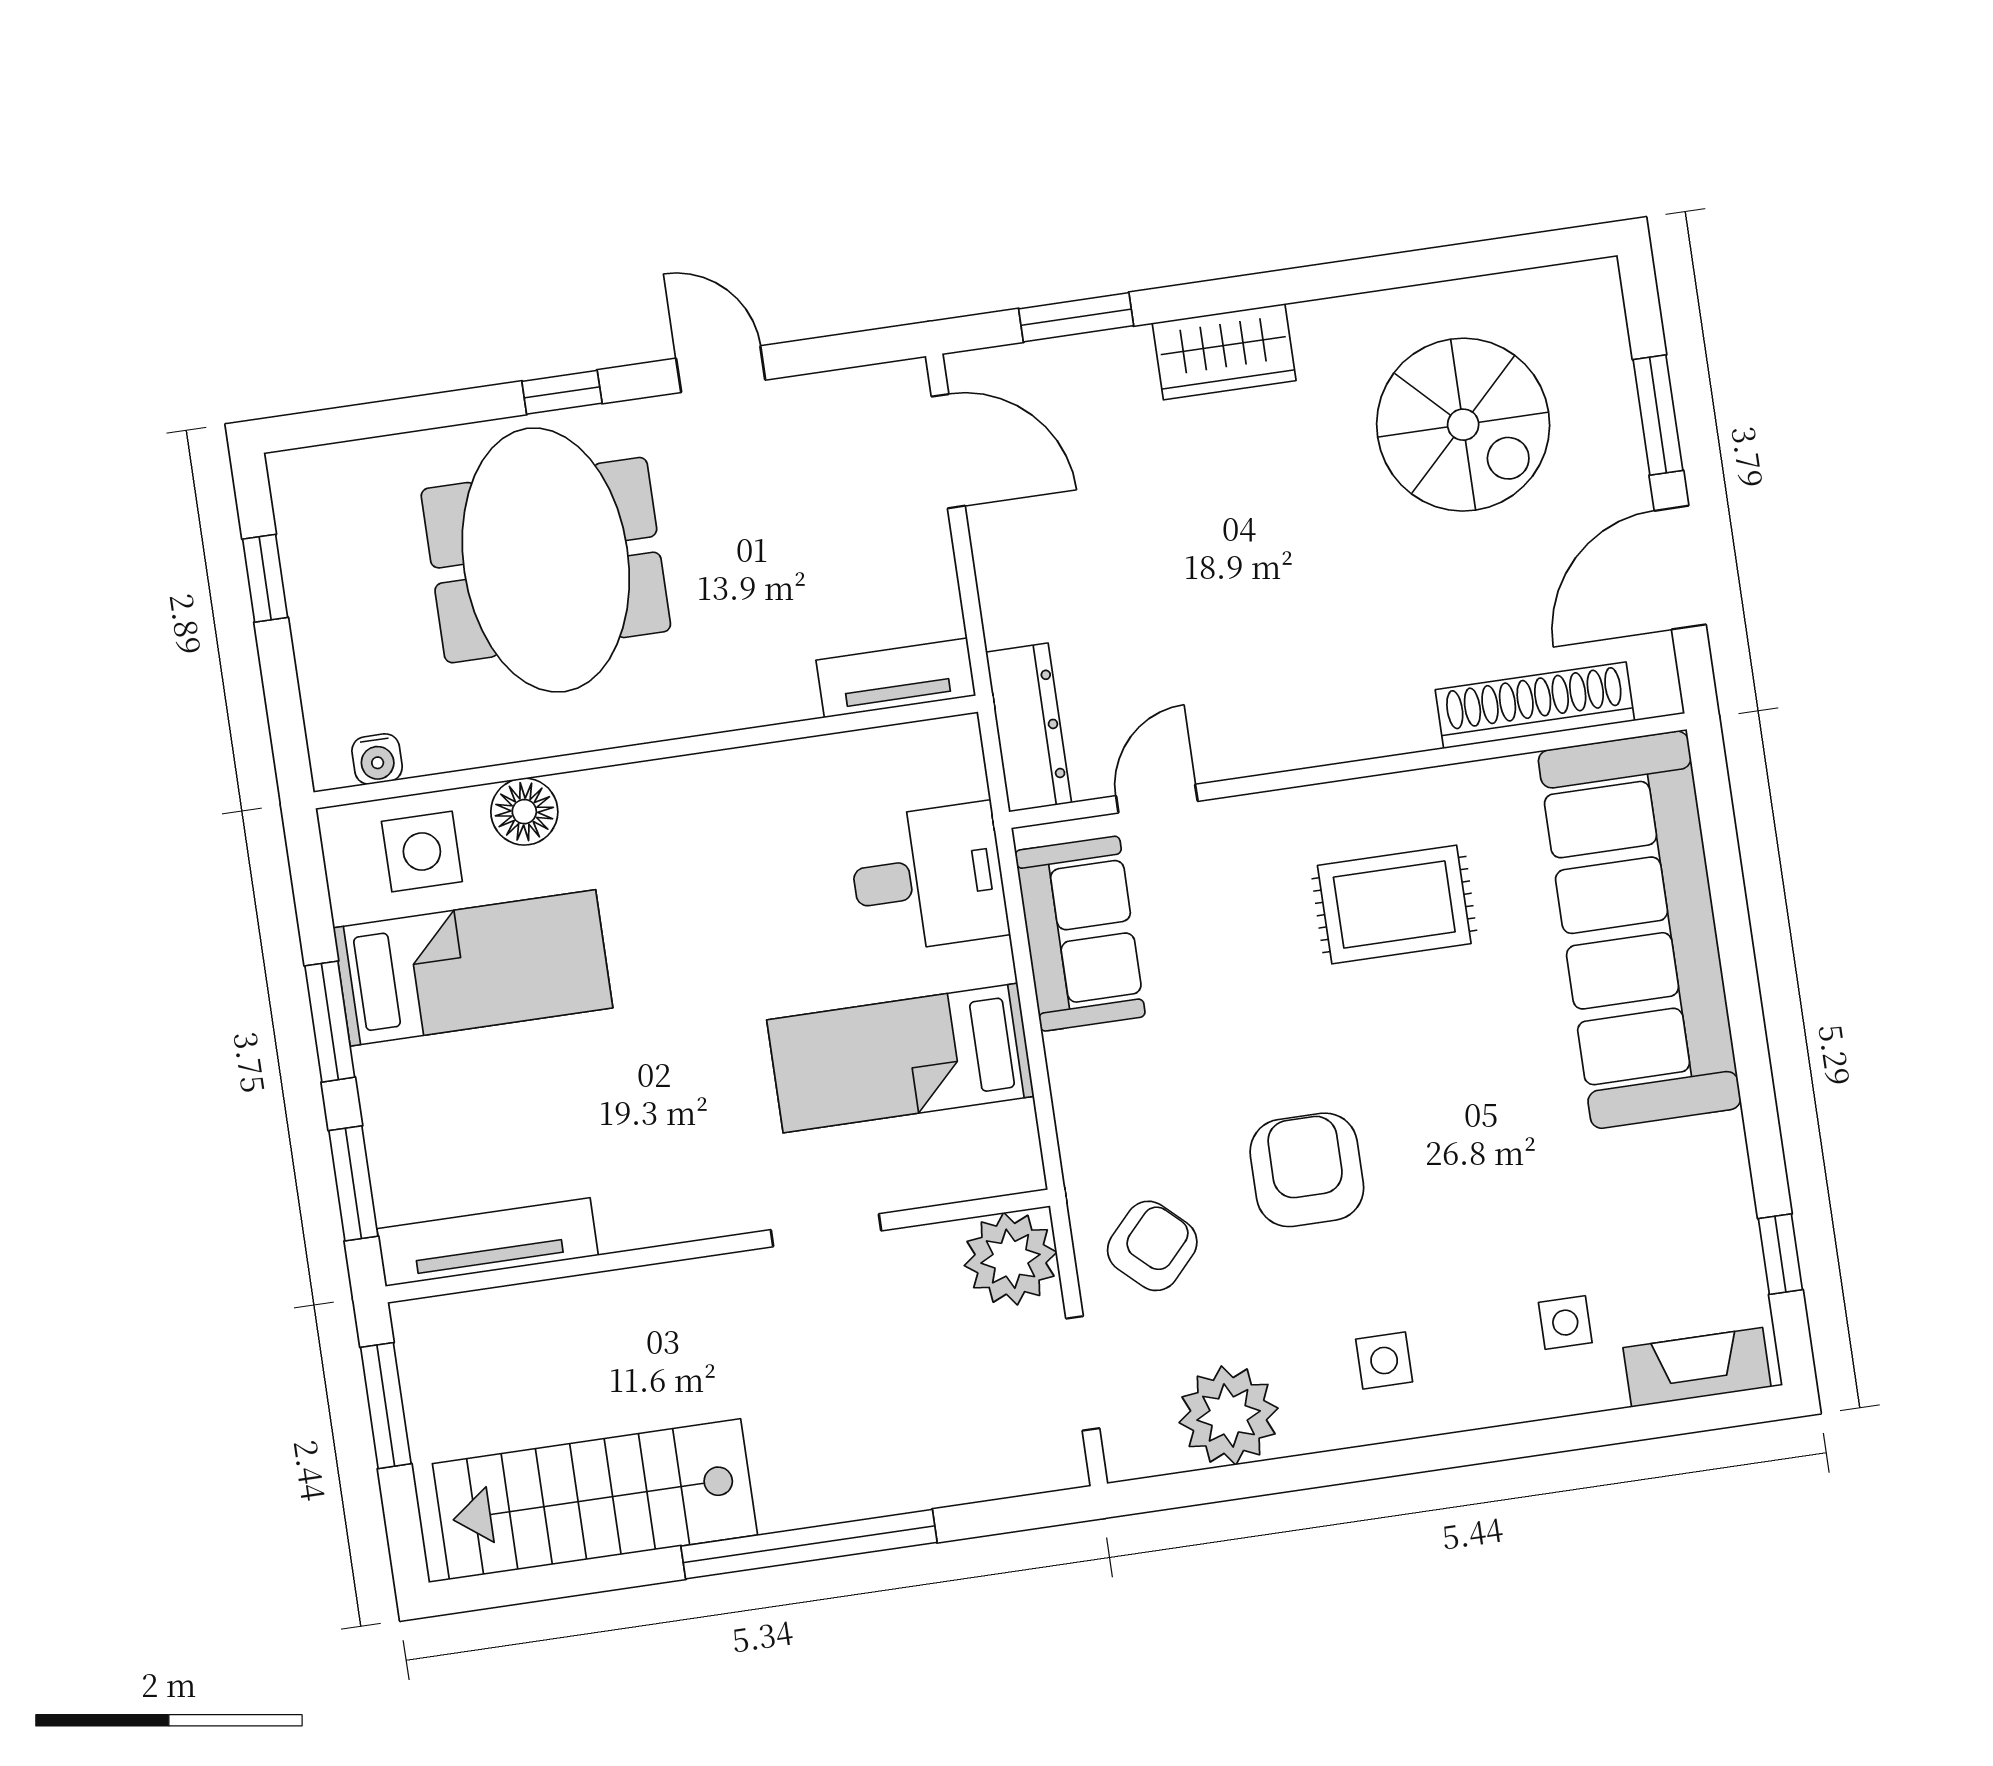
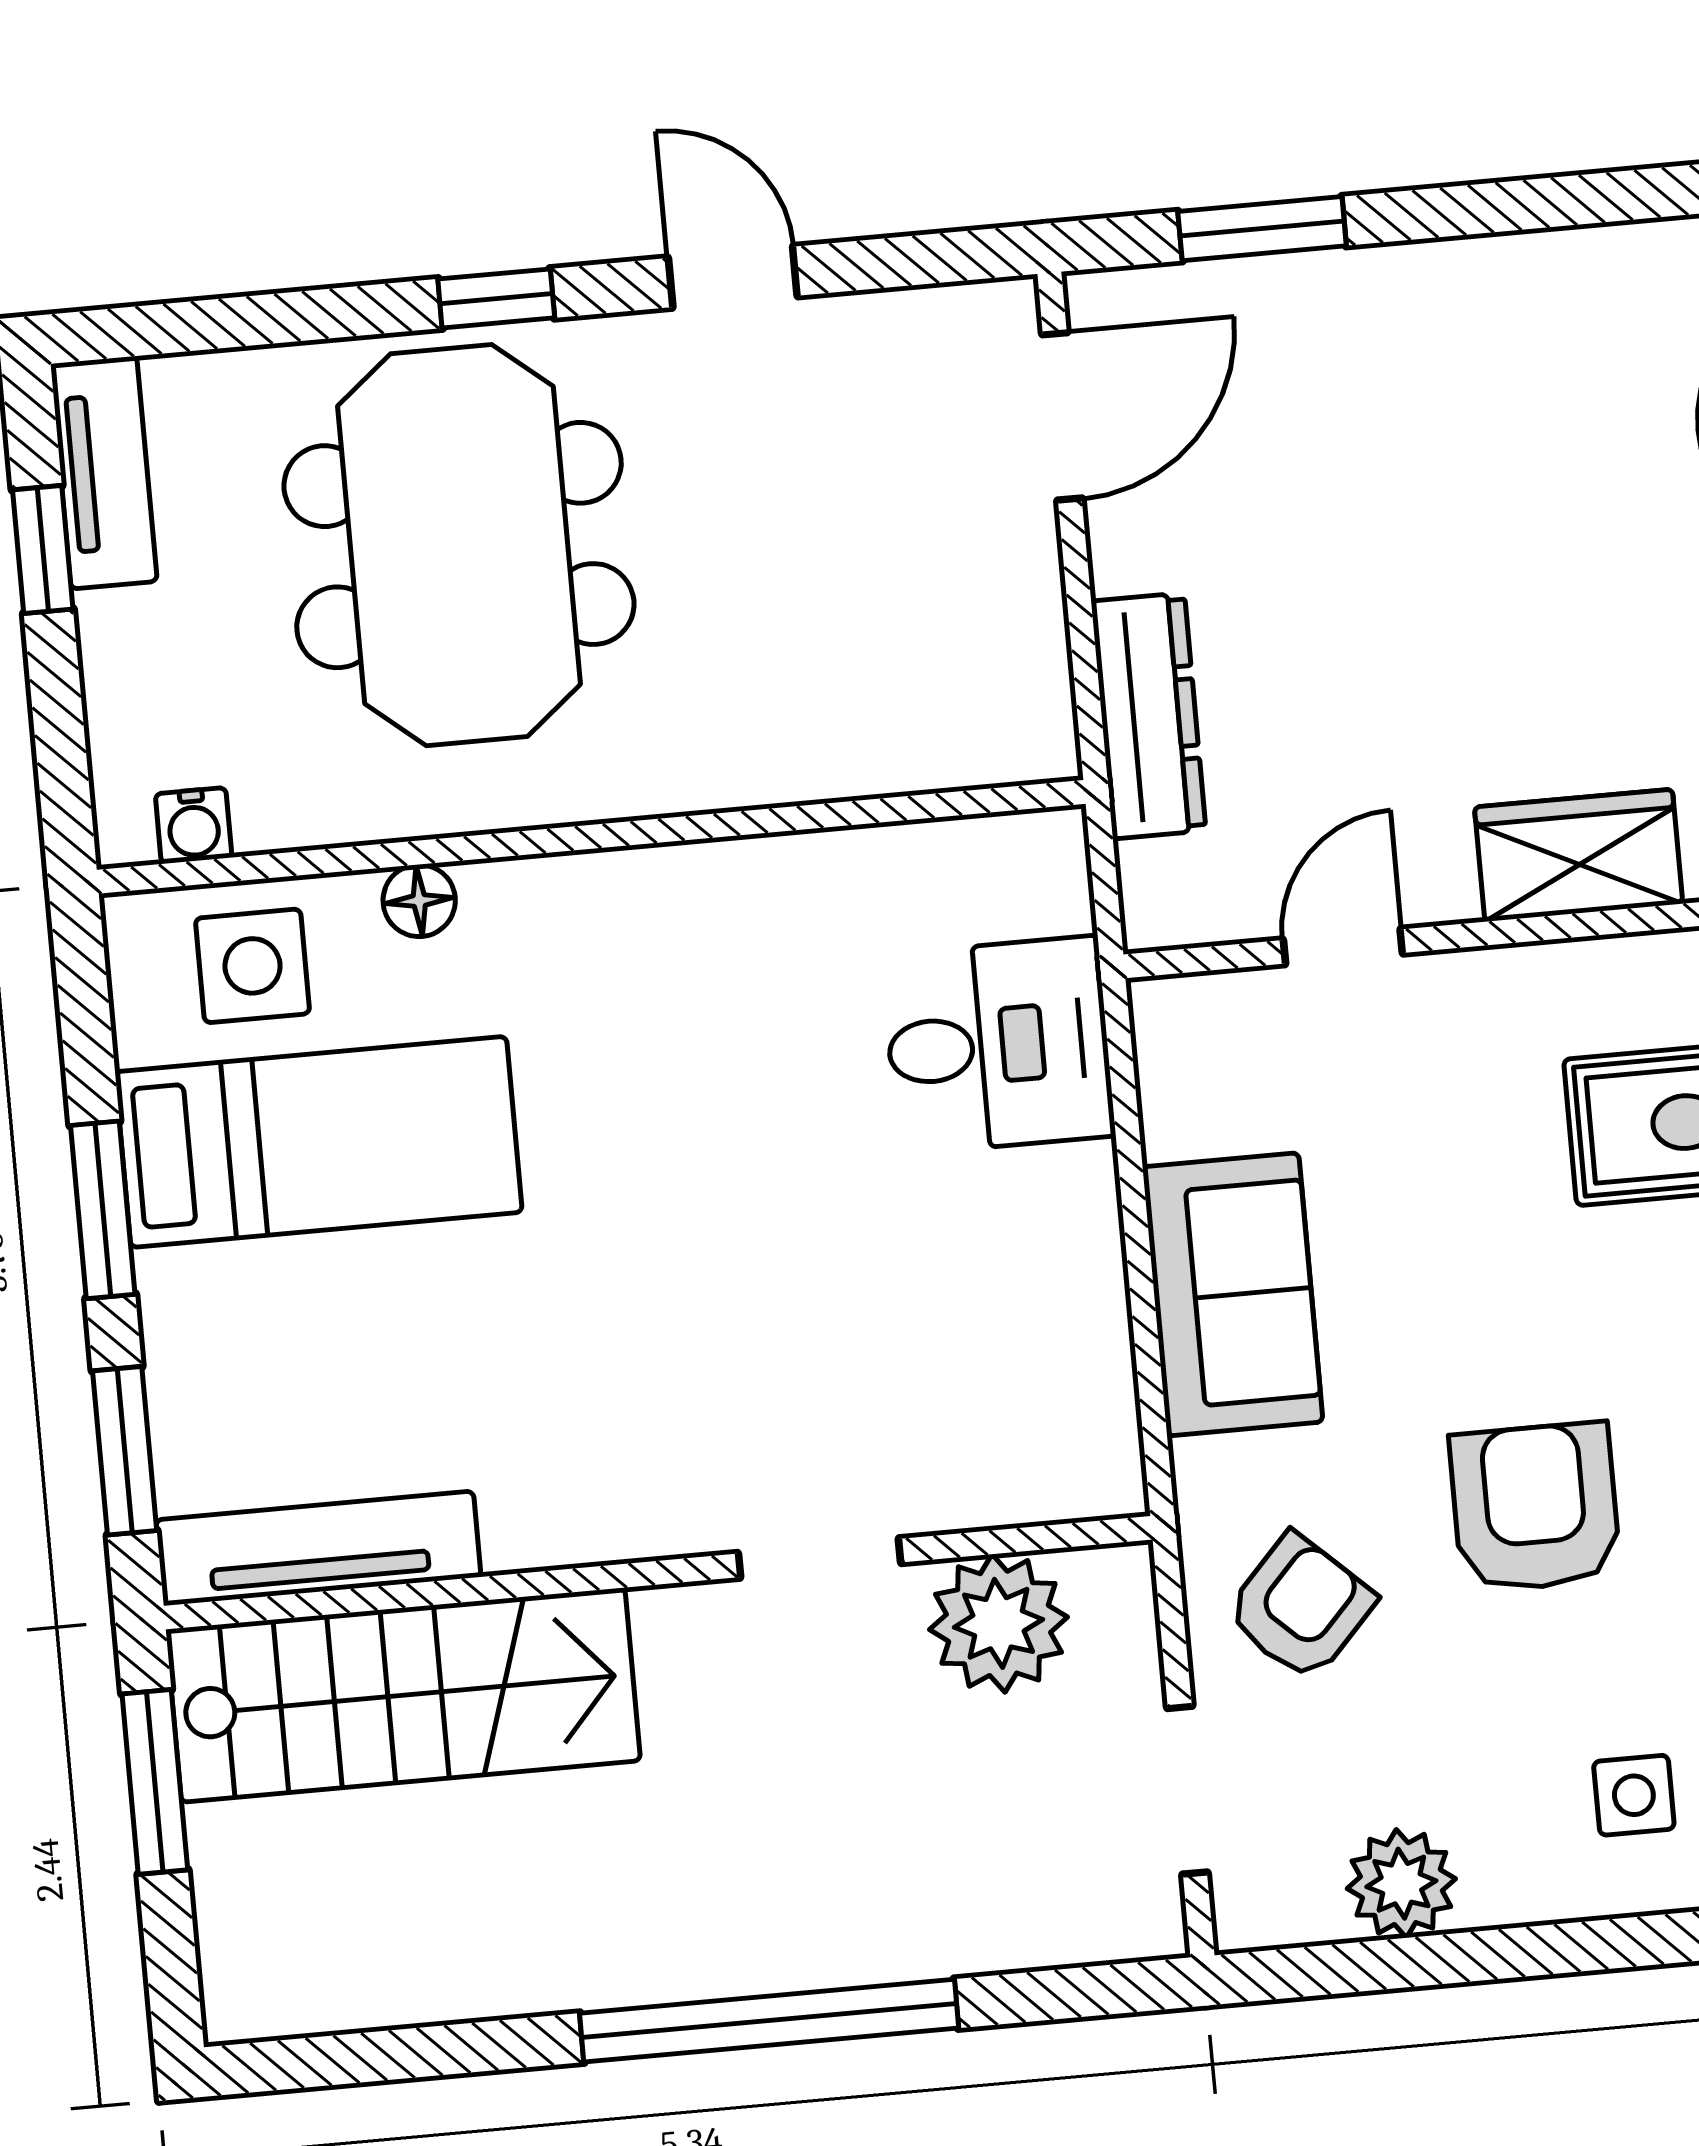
wardrobe: (1224, 352) -> (1579, 855), moved, turned 180
door: (948, 451) -> (1062, 416), hinge flipped
tv unit: (896, 678) -> (104, 473), moved, turned 90
dresser: (1029, 727) -> (1149, 716), moved
floor lamp: (524, 812) -> (419, 901), width x0.73, depth x0.73
sofa: (1080, 934) -> (1233, 1294), moved
bed: (900, 1058) -> (943, 1310), removed
plant: (1011, 1259) -> (998, 1623), moved
plant: (1229, 1415) -> (1401, 1884), width x0.73, depth x0.73
stairs: (595, 1499) -> (403, 1695), moved, turned 180

